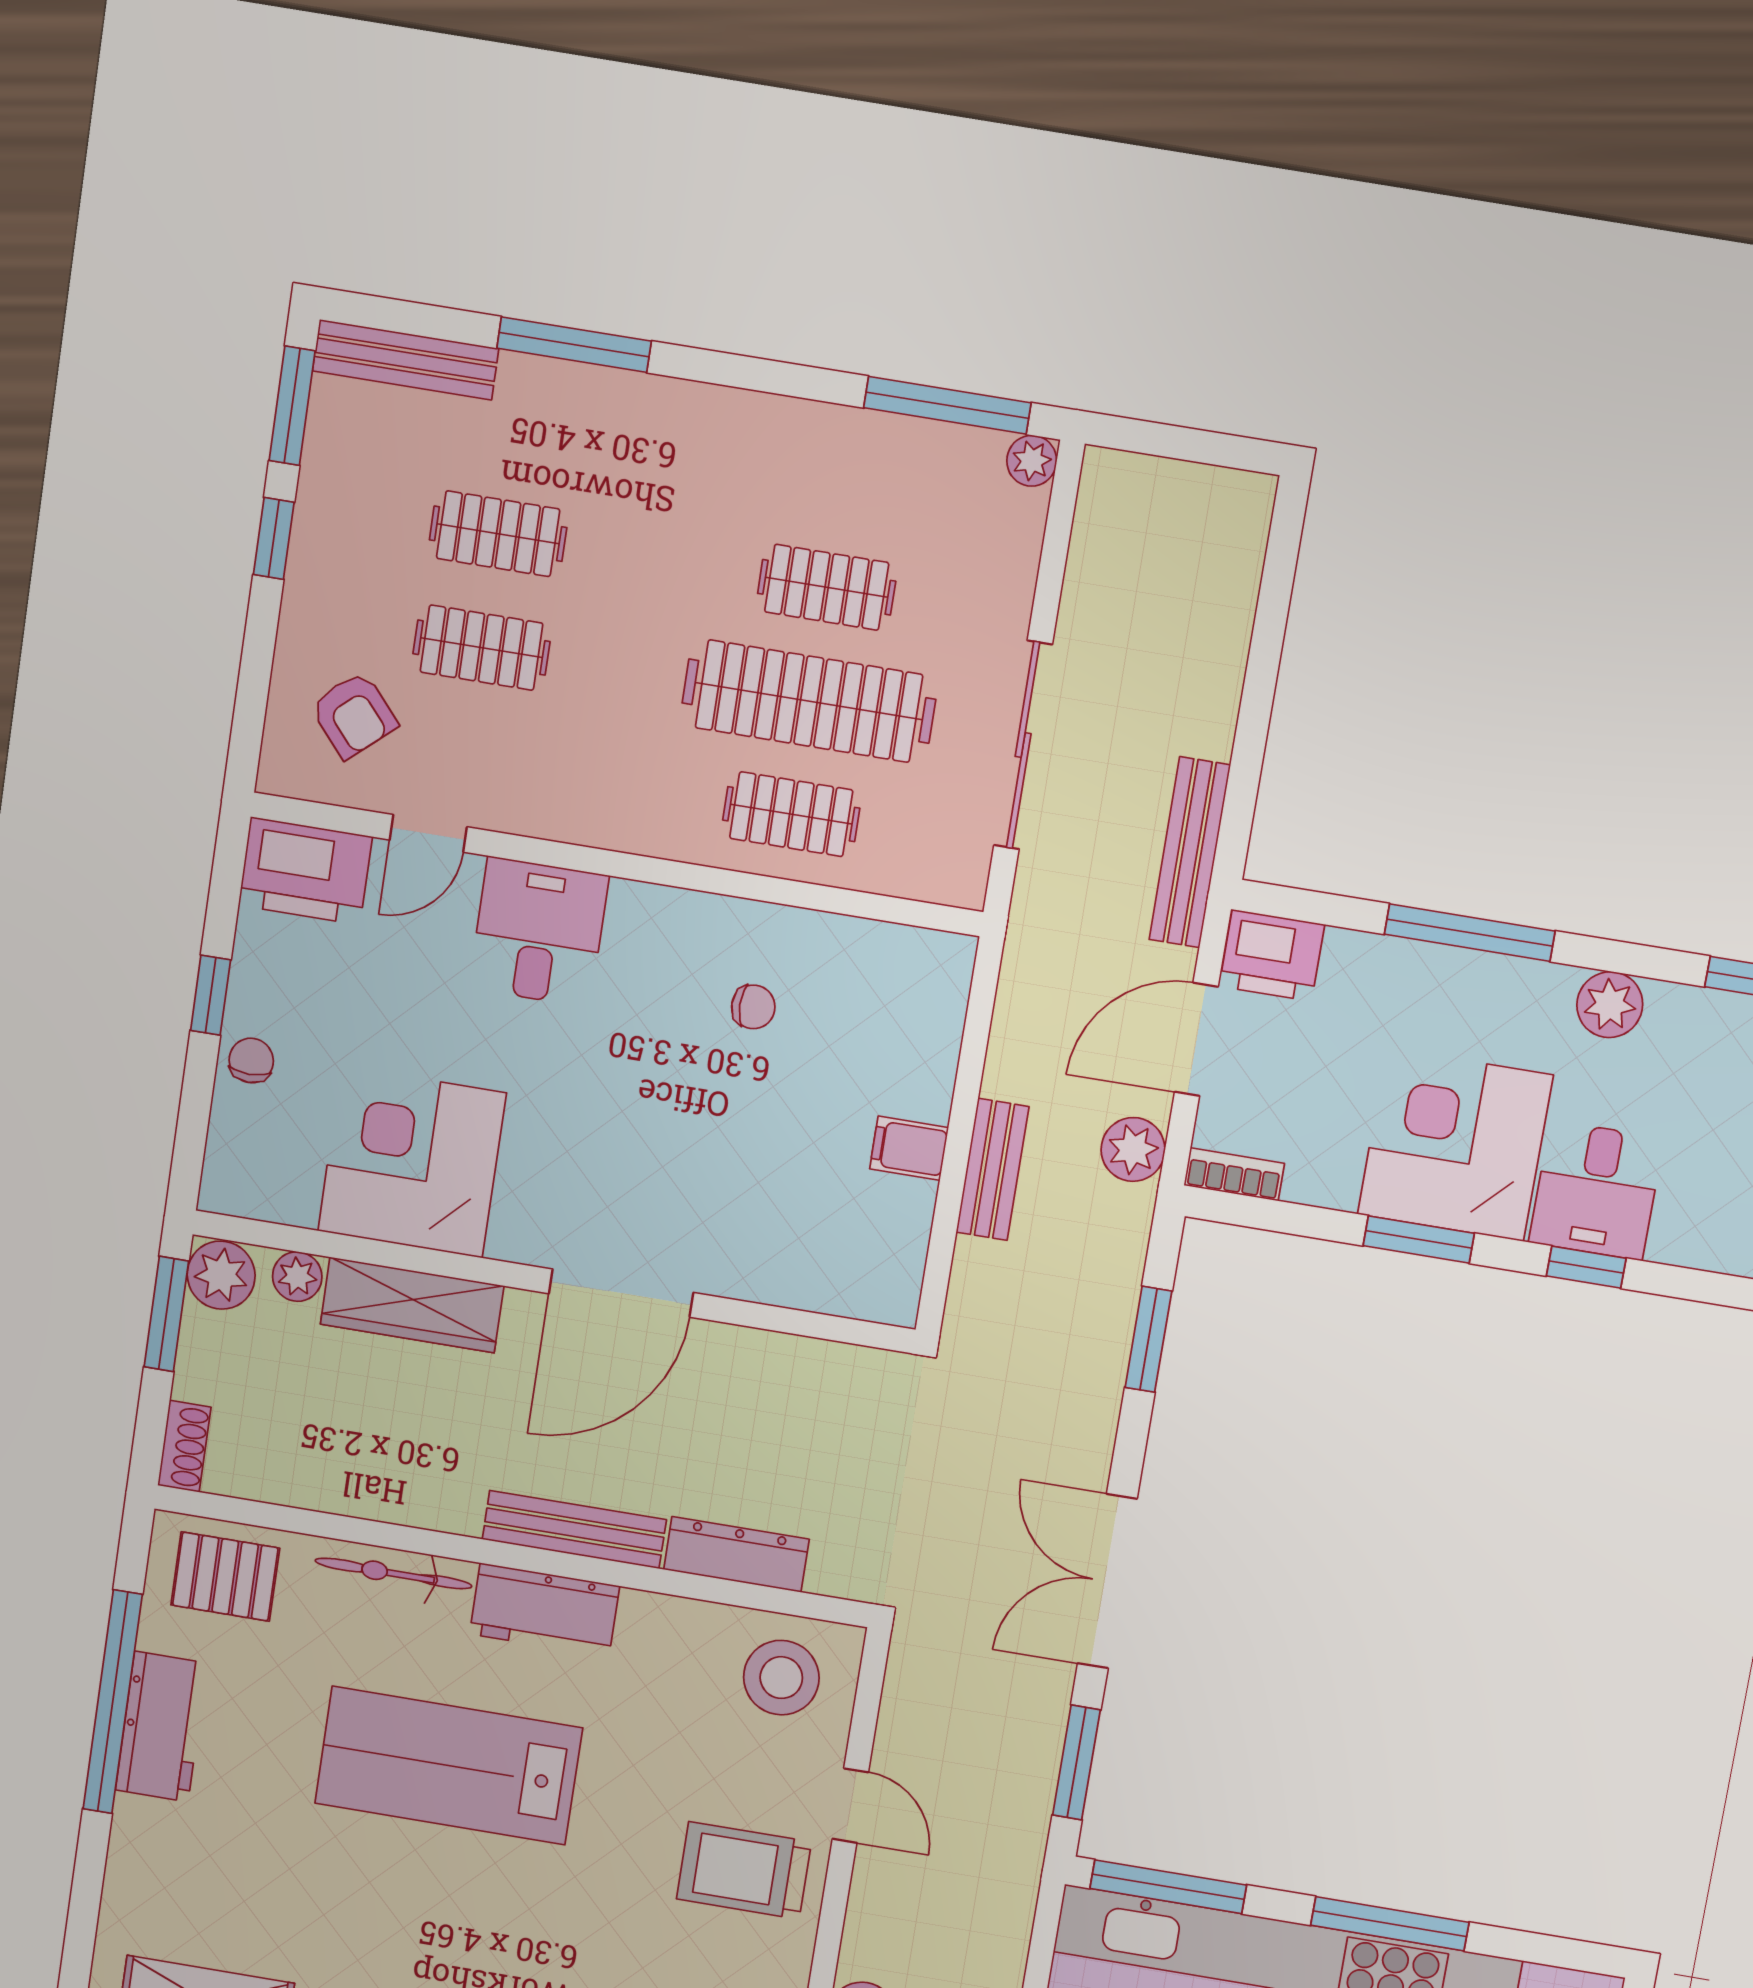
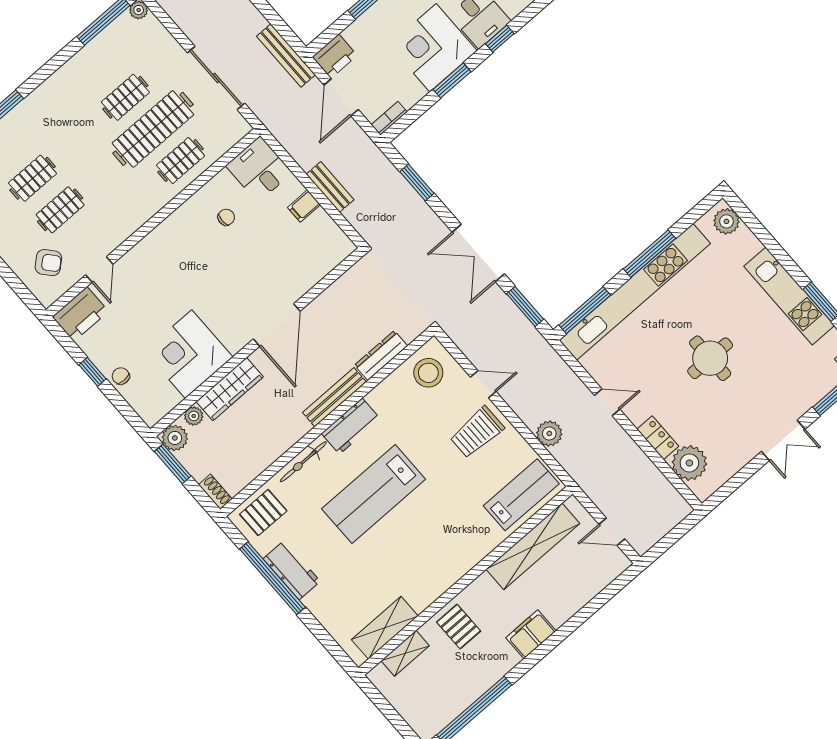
desk: (539, 932) -> (259, 169), moved
plant: (1133, 1149) -> (358, 142), removed

